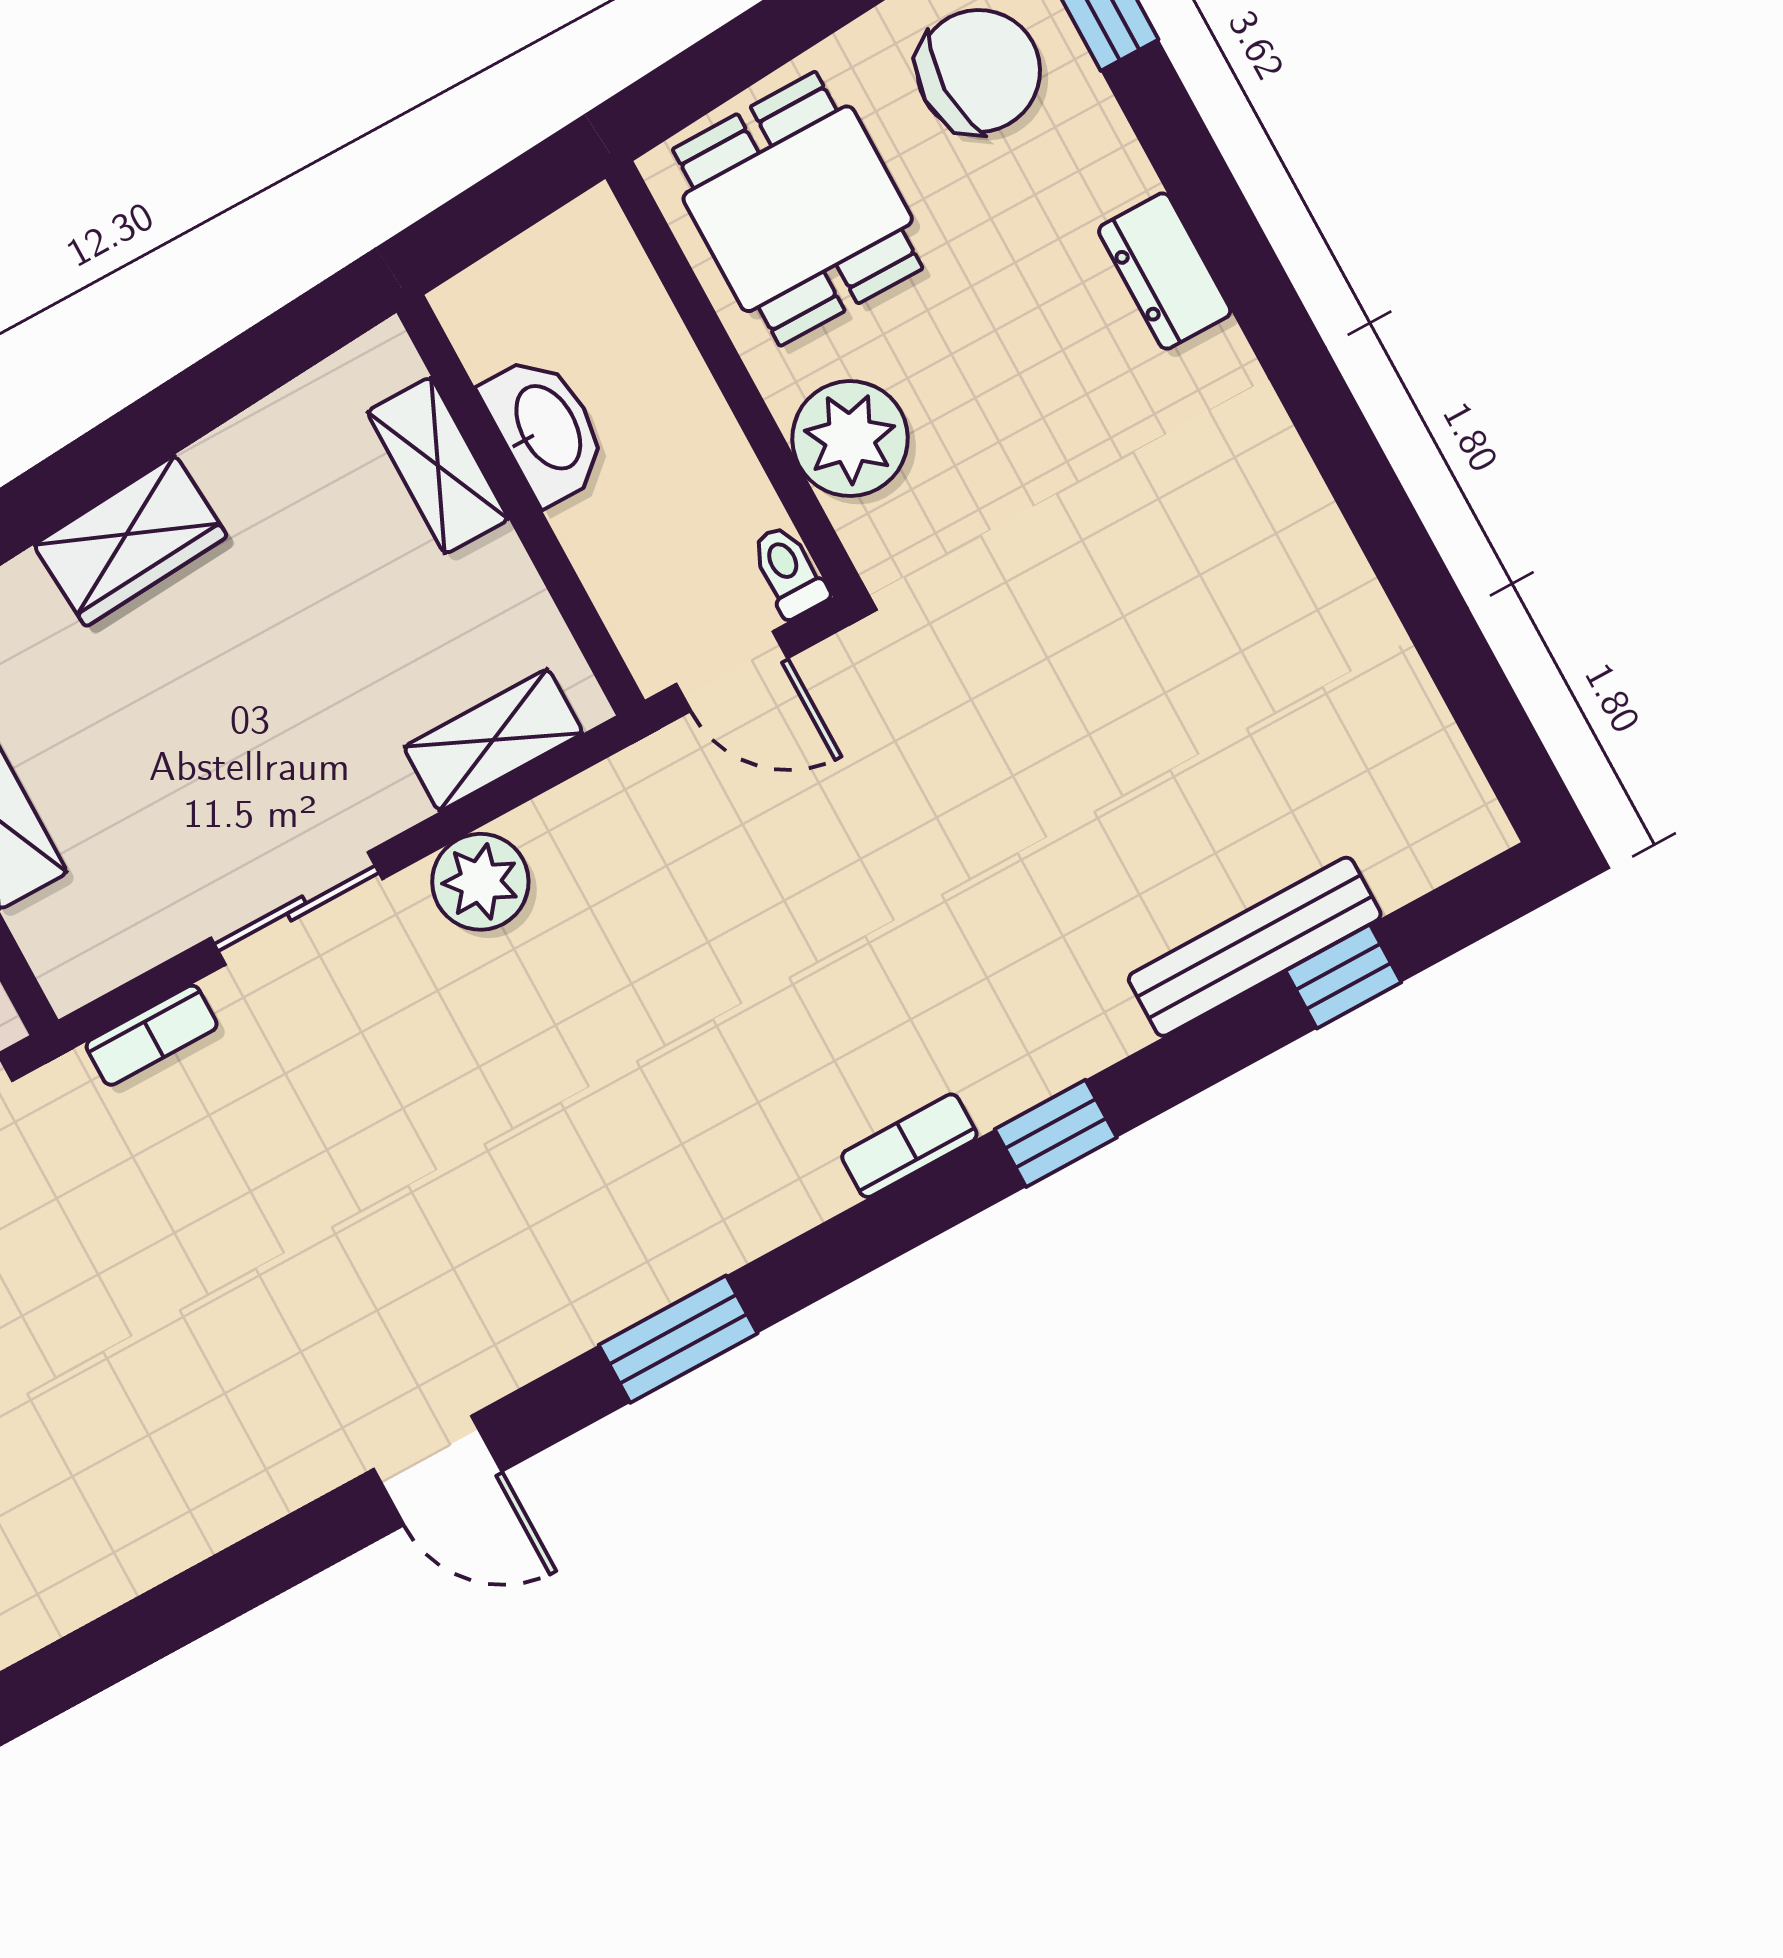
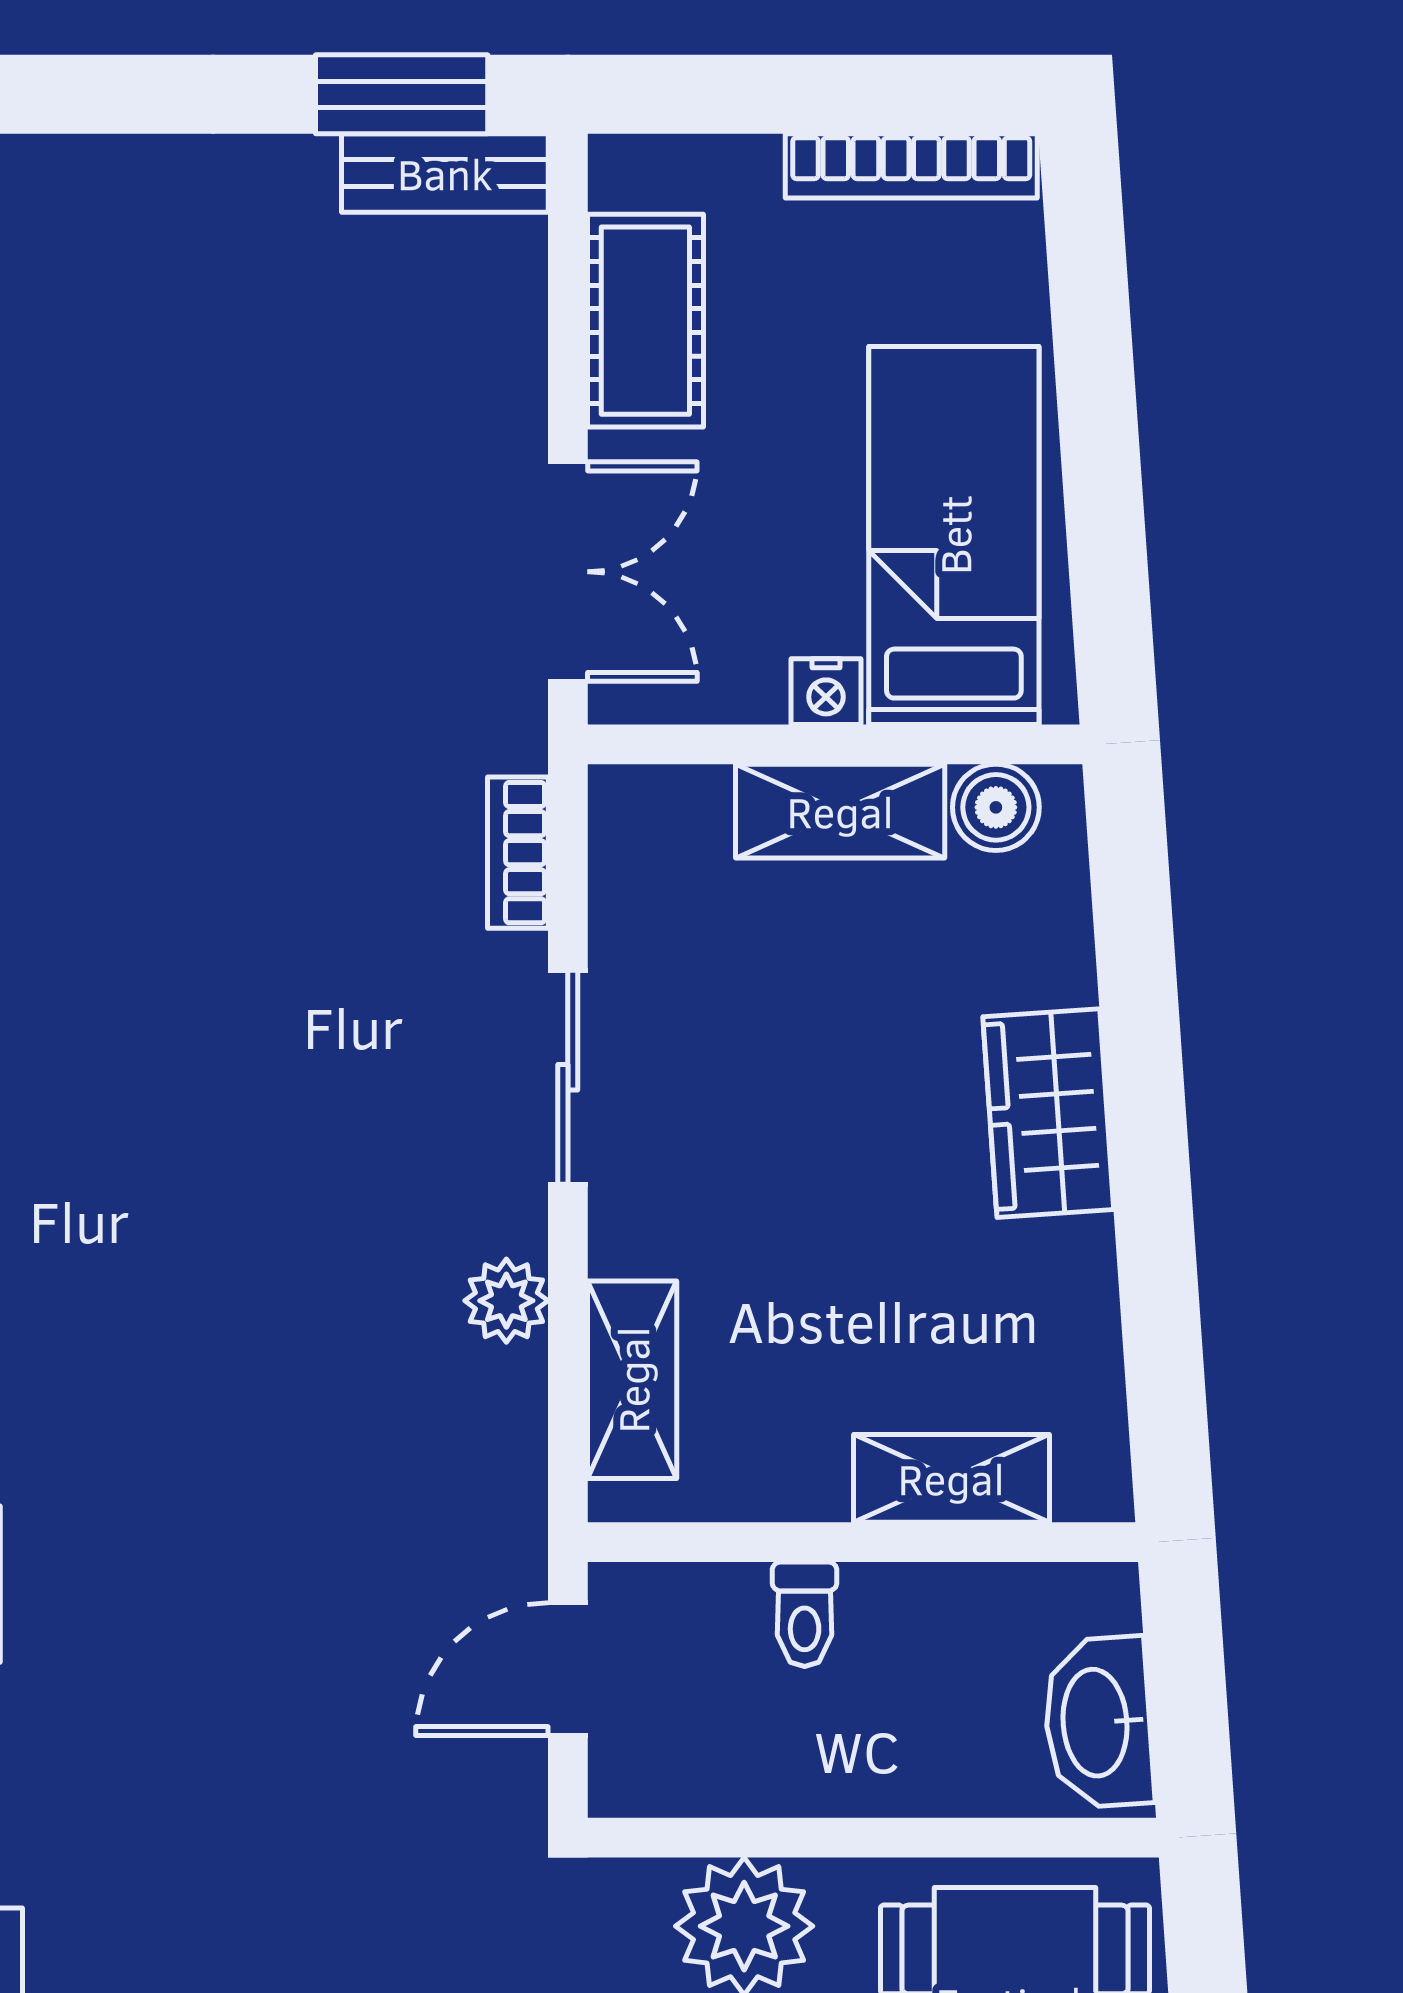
washbasin: (546, 428) -> (1098, 1722), moved, turned 86
toilet: (789, 571) -> (805, 1614), moved, turned 90
plant: (480, 882) -> (506, 1301), width x0.73, depth x0.73

